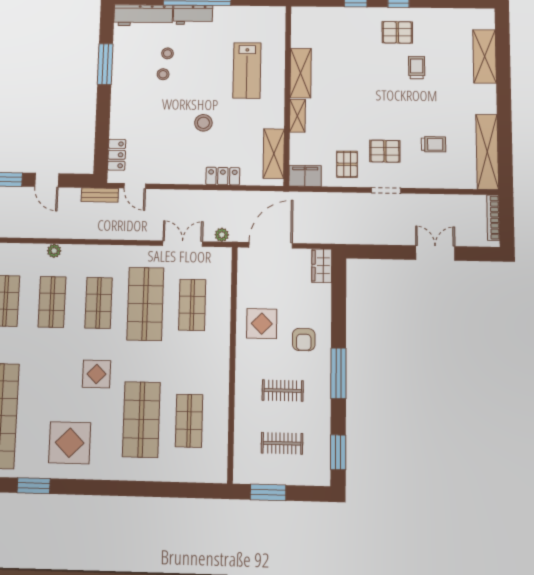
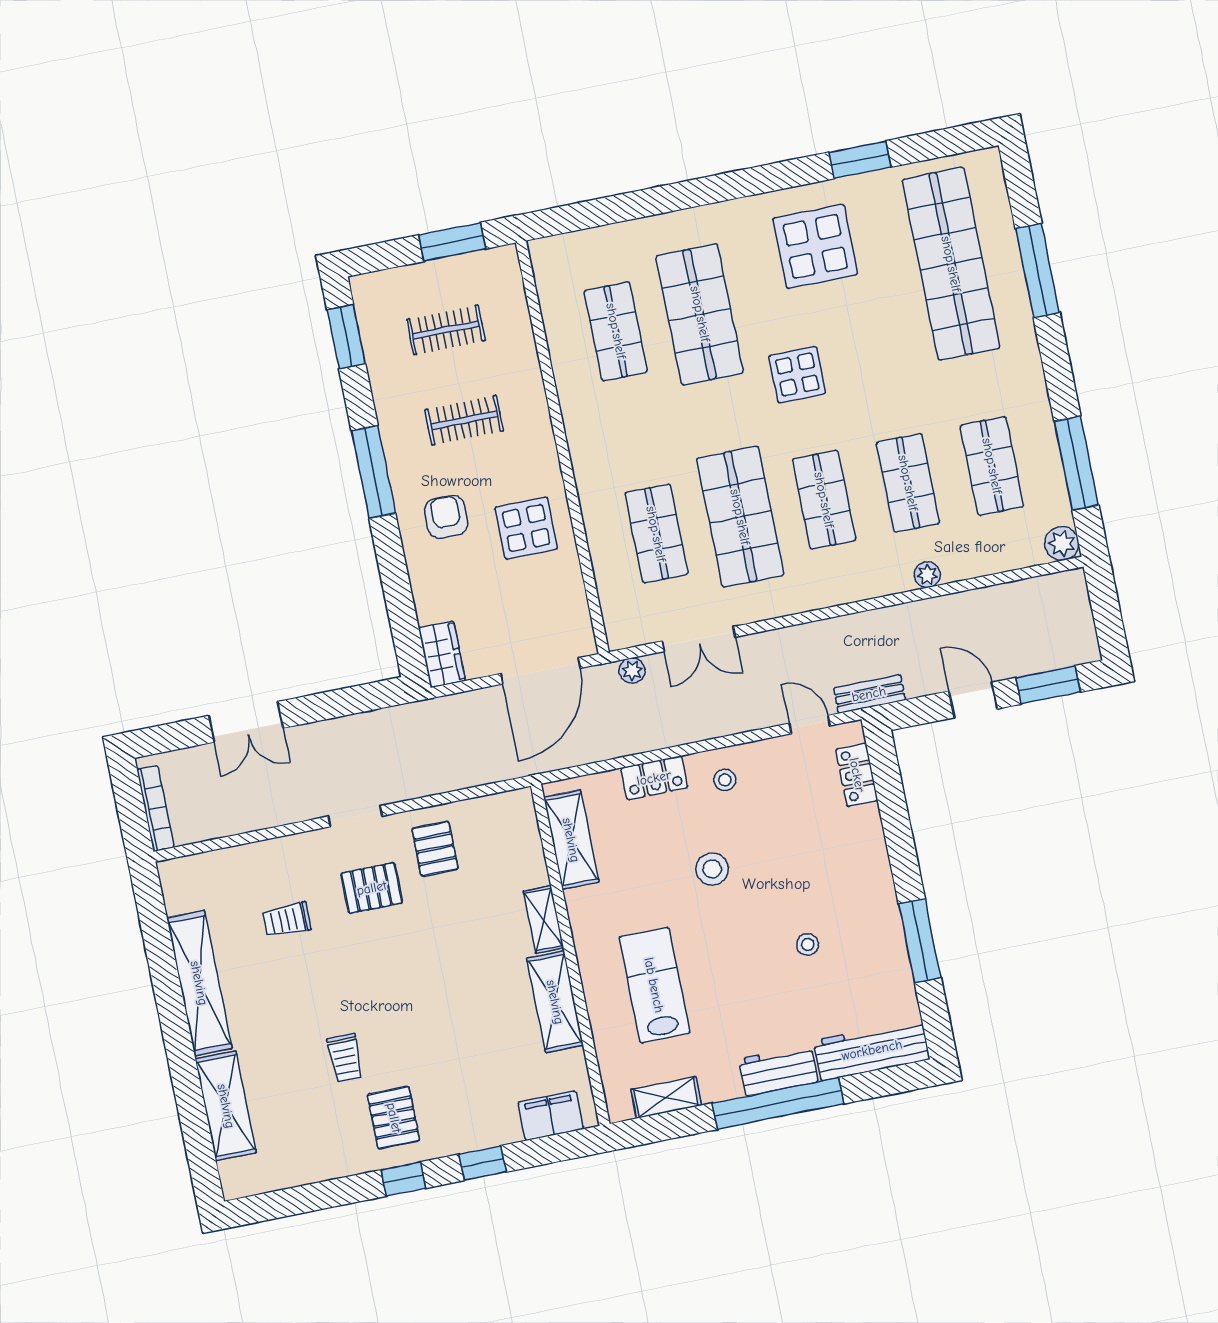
shelving: (254, 13) -> (666, 1097), added
pallet: (397, 32) -> (394, 1118), turned 90
stool: (167, 53) -> (725, 780), moved
shelving: (487, 152) -> (199, 983), moved
filing cabinet: (305, 176) -> (551, 1116), moved, turned 180

